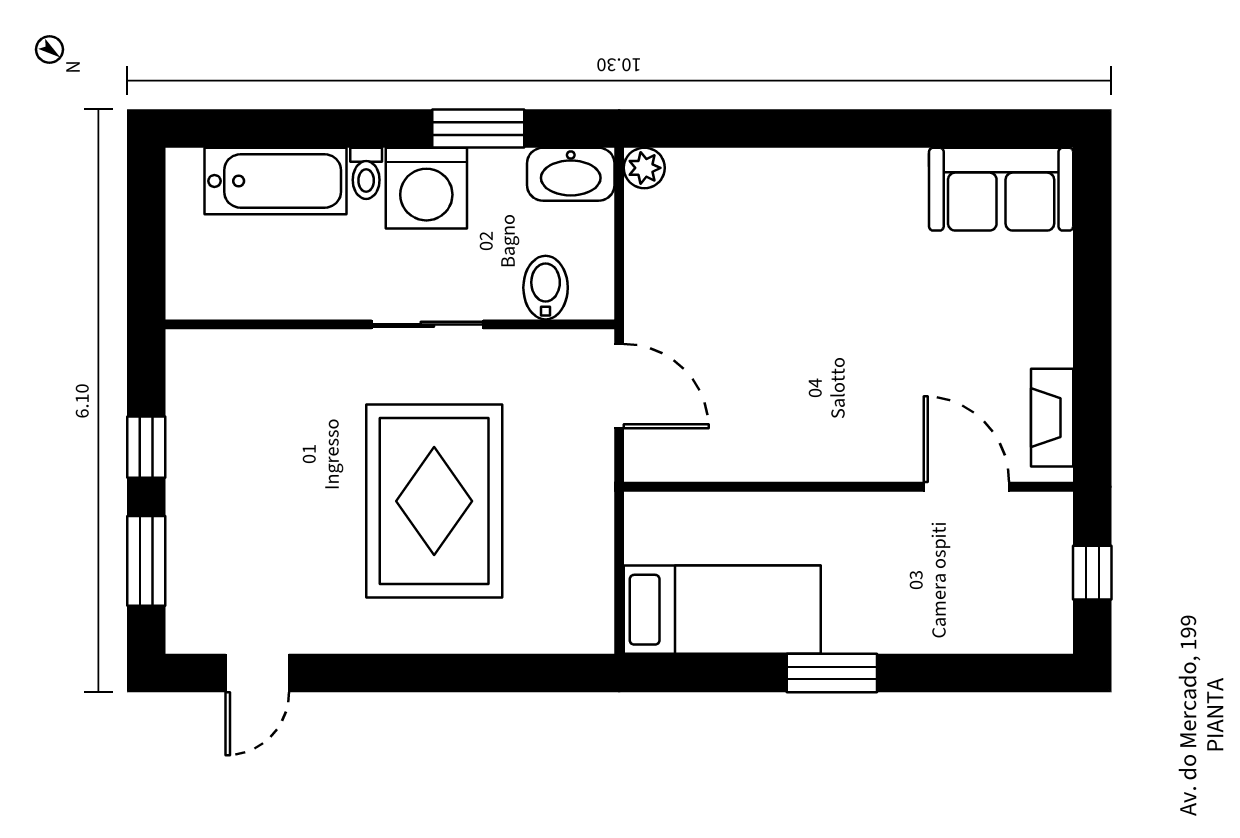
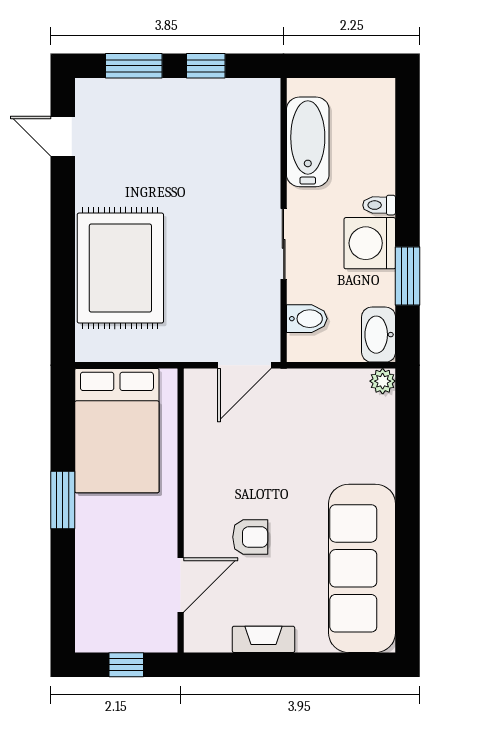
bathtub: (276, 181) -> (308, 142), moved, turned 180
sofa: (1001, 189) -> (362, 568), width x1.85, depth x1.27
armchair: (891, 377) -> (250, 537), added
fireplace: (1052, 418) -> (263, 639), moved
rug: (434, 501) -> (120, 268), moved, turned 90
bed: (722, 610) -> (117, 431), width x1.50

